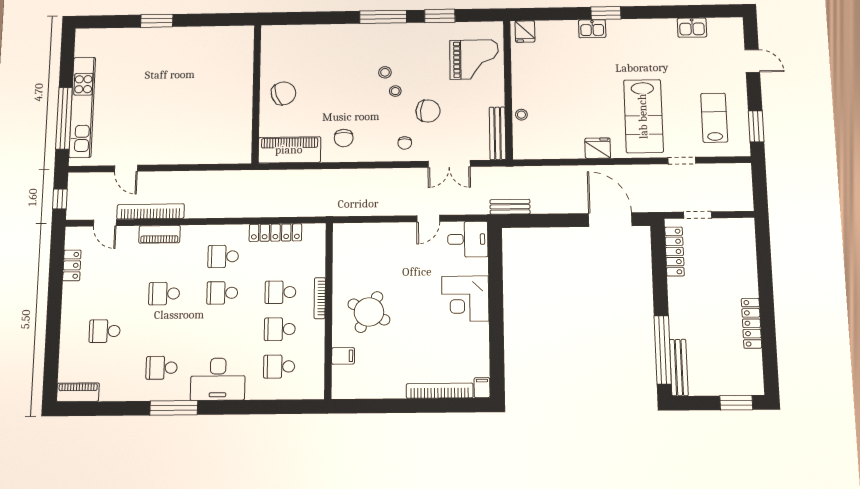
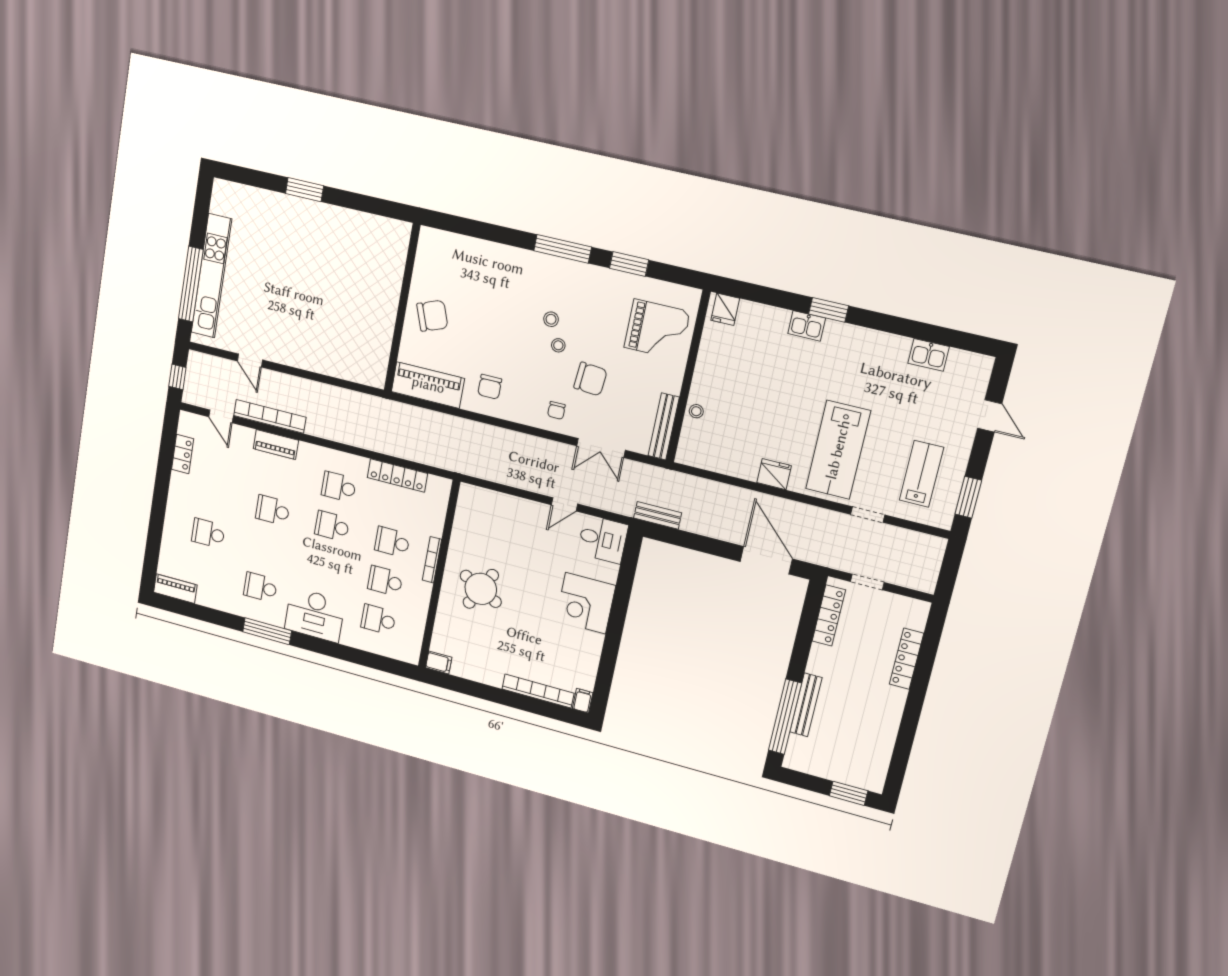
locker: (751, 323) -> (907, 659), moved
filing cabinet: (343, 356) -> (439, 663), moved
bench: (679, 367) -> (806, 705), moved

